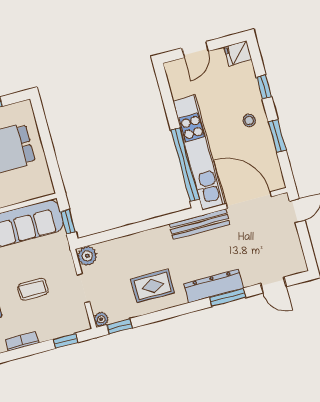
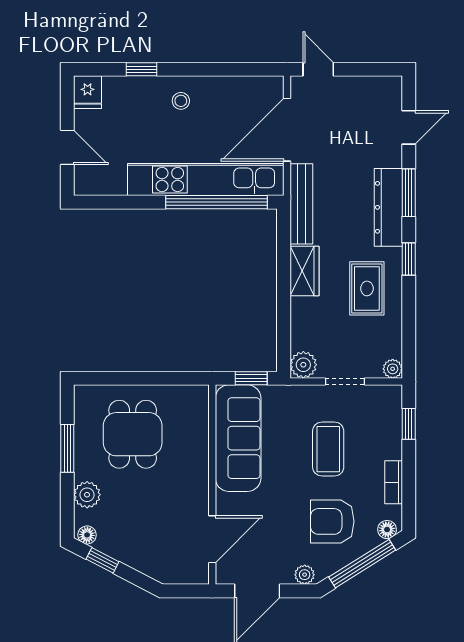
window: (277, 136) -> (212, 69), removed
wardrobe: (153, 239) -> (304, 271), added
coffee table: (33, 289) -> (328, 449), width x1.36, depth x1.30
window: (120, 326) -> (409, 259), moved

